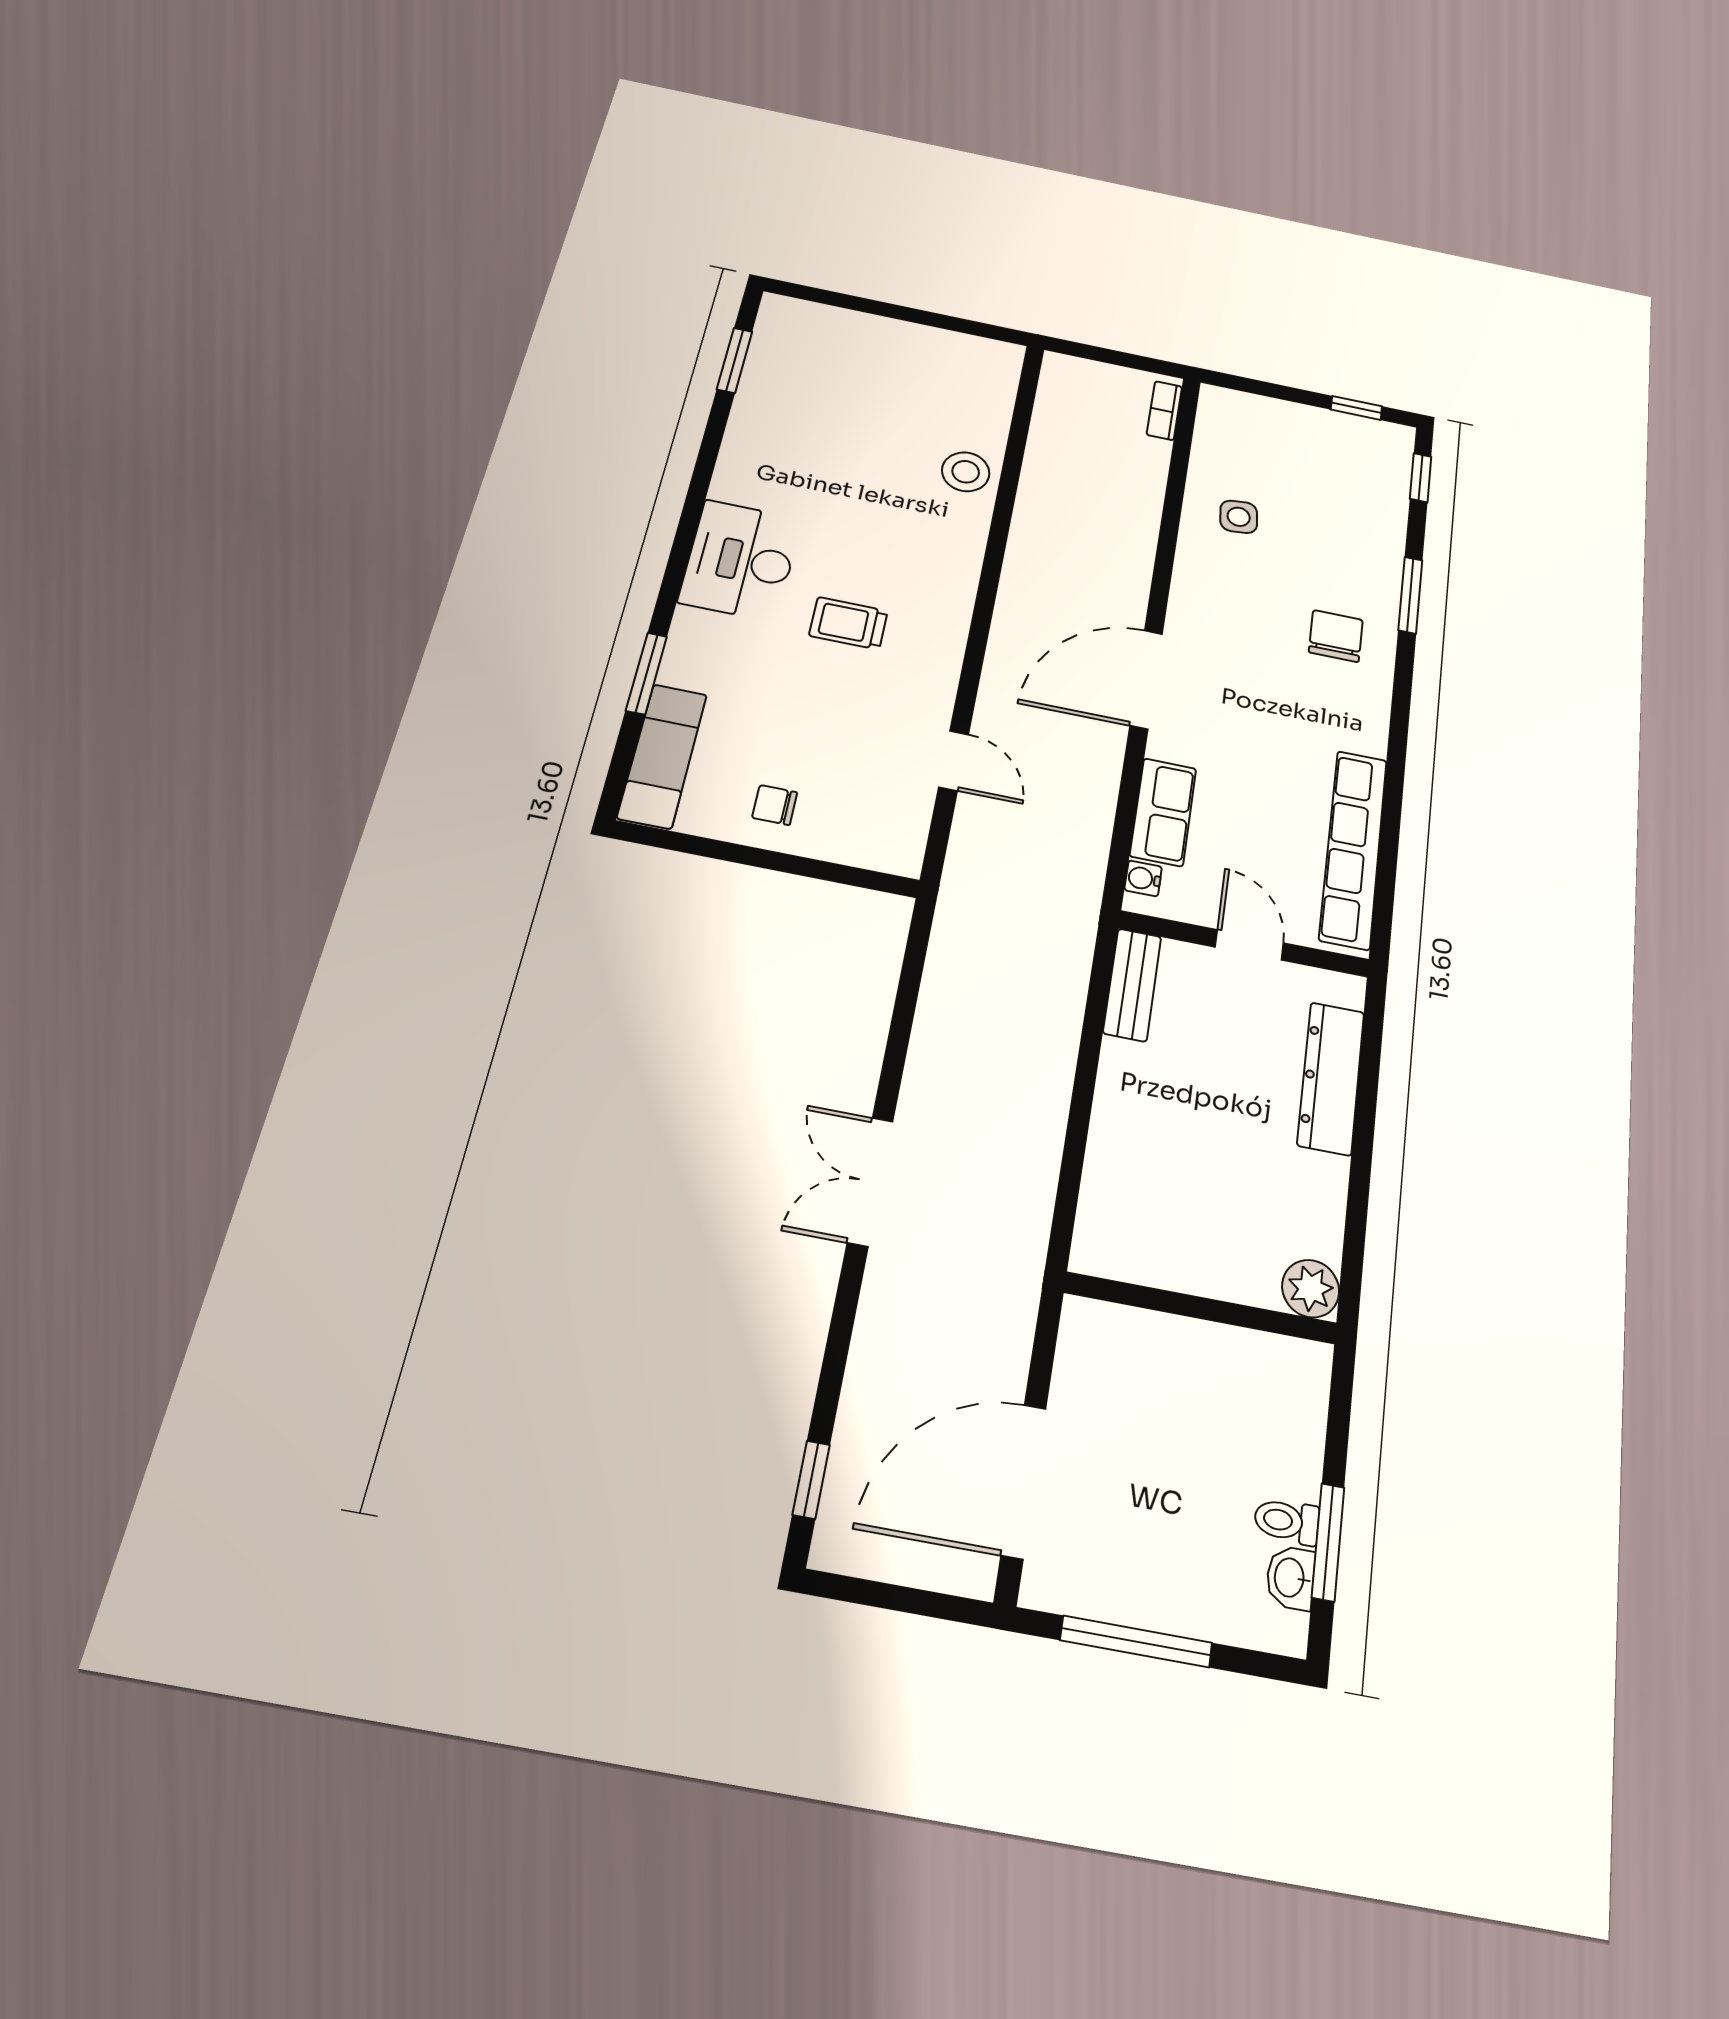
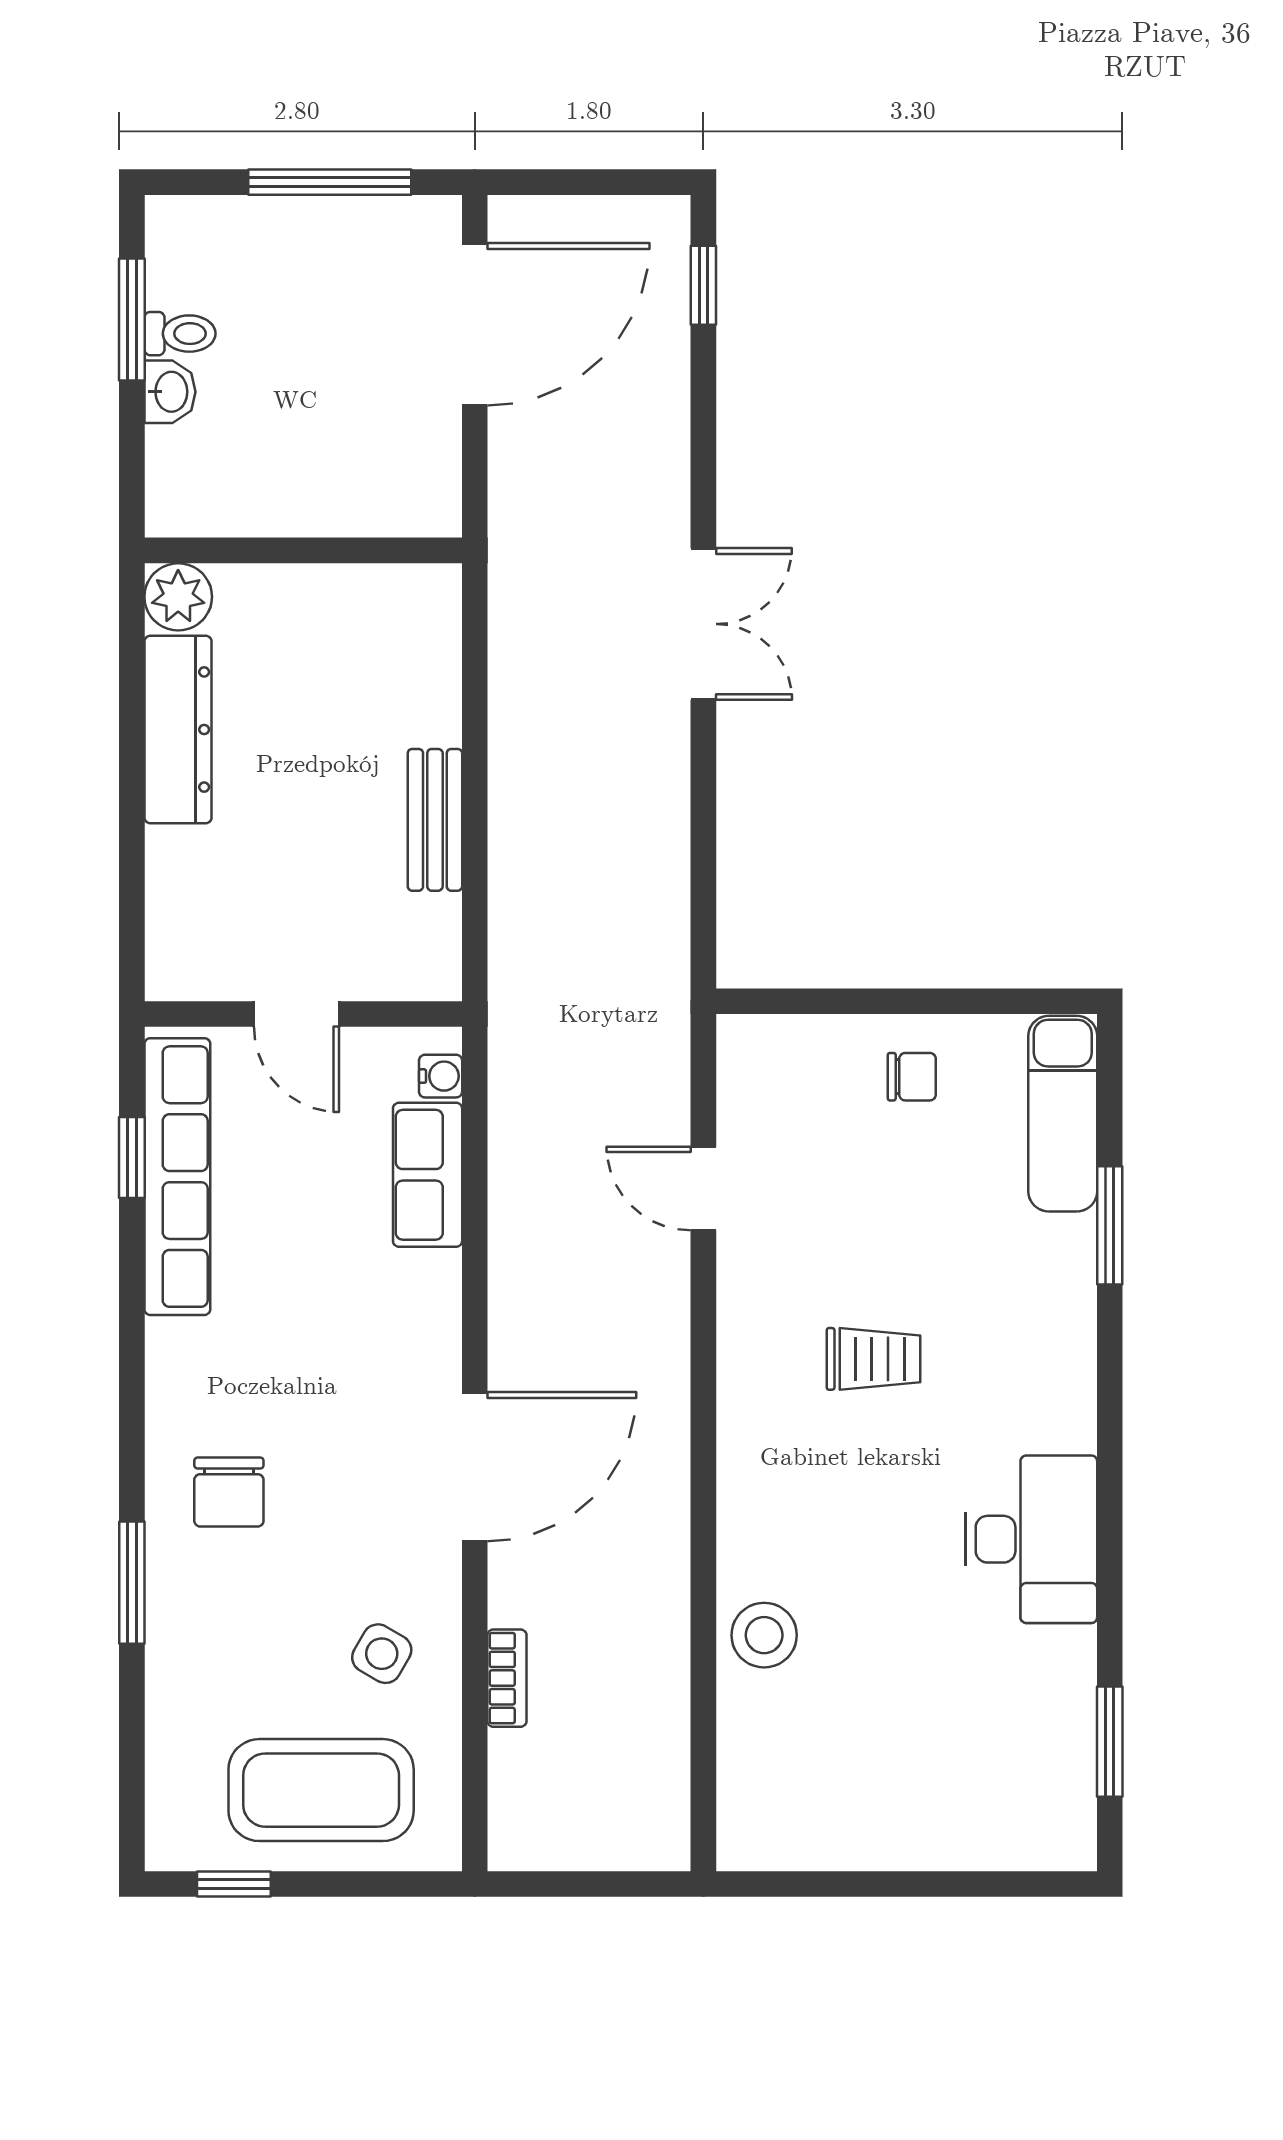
bookcase: (1164, 411) -> (507, 1678), moved
coffee table: (1291, 448) -> (321, 1790), added
window: (1421, 478) -> (132, 1157), moved
side table: (1239, 517) -> (382, 1654), turned 36
desk: (740, 560) -> (1031, 1539), moved
door: (1146, 679) -> (475, 1467), moved
bench: (1132, 985) -> (435, 820), moved
dresser: (1331, 1078) -> (178, 730), moved
washbasin: (1291, 1578) -> (170, 392), moved

